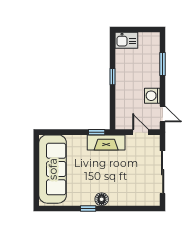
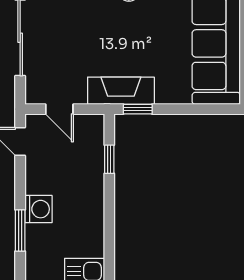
window: (113, 77) -> (109, 159), moved
washing machine: (152, 96) -> (38, 209), moved

